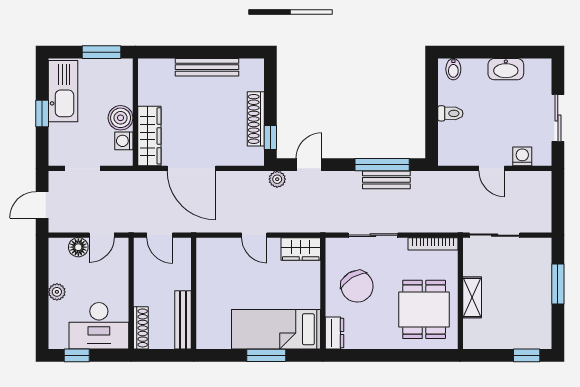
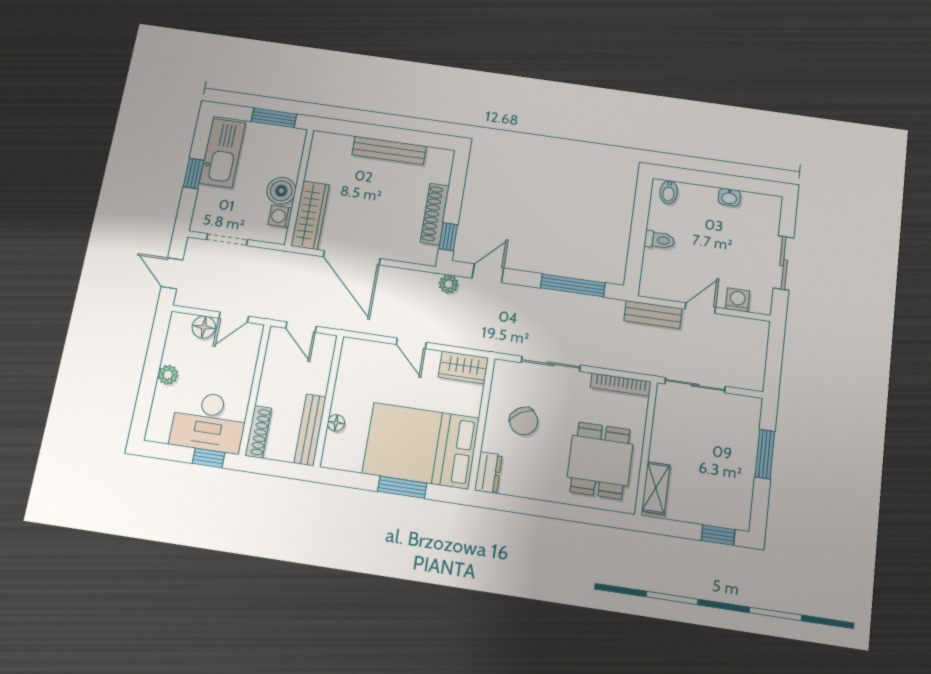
washbasin: (506, 69) -> (729, 197), width x0.52, depth x0.69
door: (492, 168) -> (700, 308), swing flipped
bench: (386, 180) -> (653, 315), moved
door: (42, 205) -> (172, 273), hinge flipped
chair: (357, 286) -> (524, 421), width x0.73, depth x0.73
shelving: (472, 297) -> (656, 488), moved
floor lamp: (203, 311) -> (336, 423), added
bed: (276, 329) -> (421, 446), width x1.50
window: (77, 355) -> (208, 458), moved

